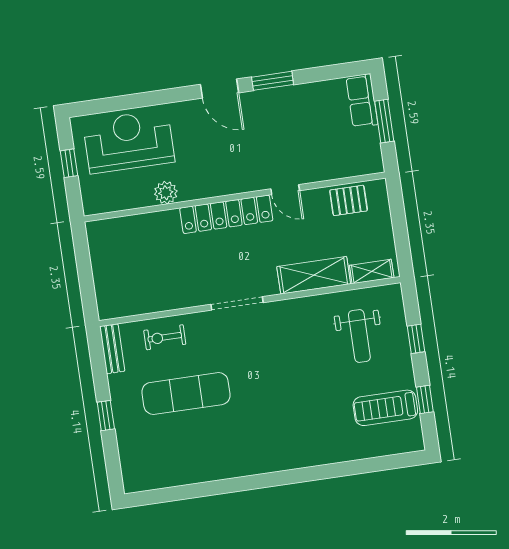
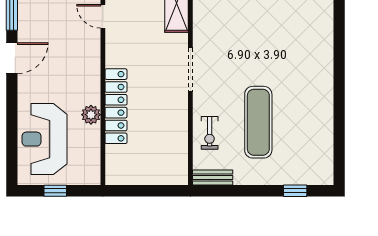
door: (285, 190) -> (103, 16), swing flipped
locker: (226, 214) -> (116, 106), moved
window: (106, 416) -> (295, 191), moved

